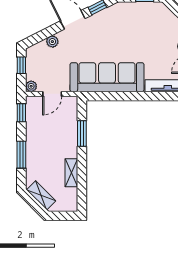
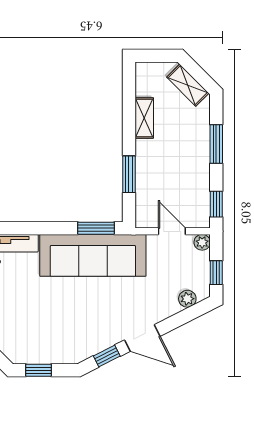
plant: (52, 42) -> (187, 299), moved
door: (52, 94) -> (172, 231), hinge flipped
window: (105, 96) -> (96, 228), added

